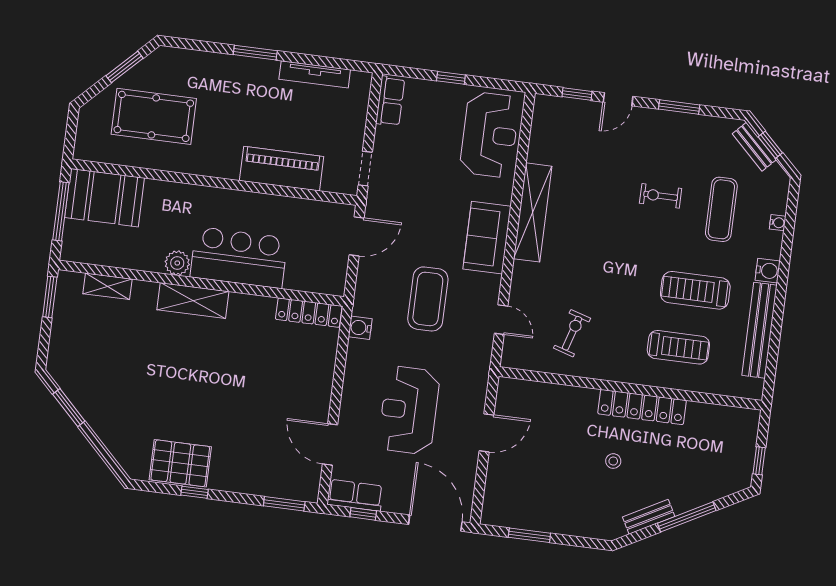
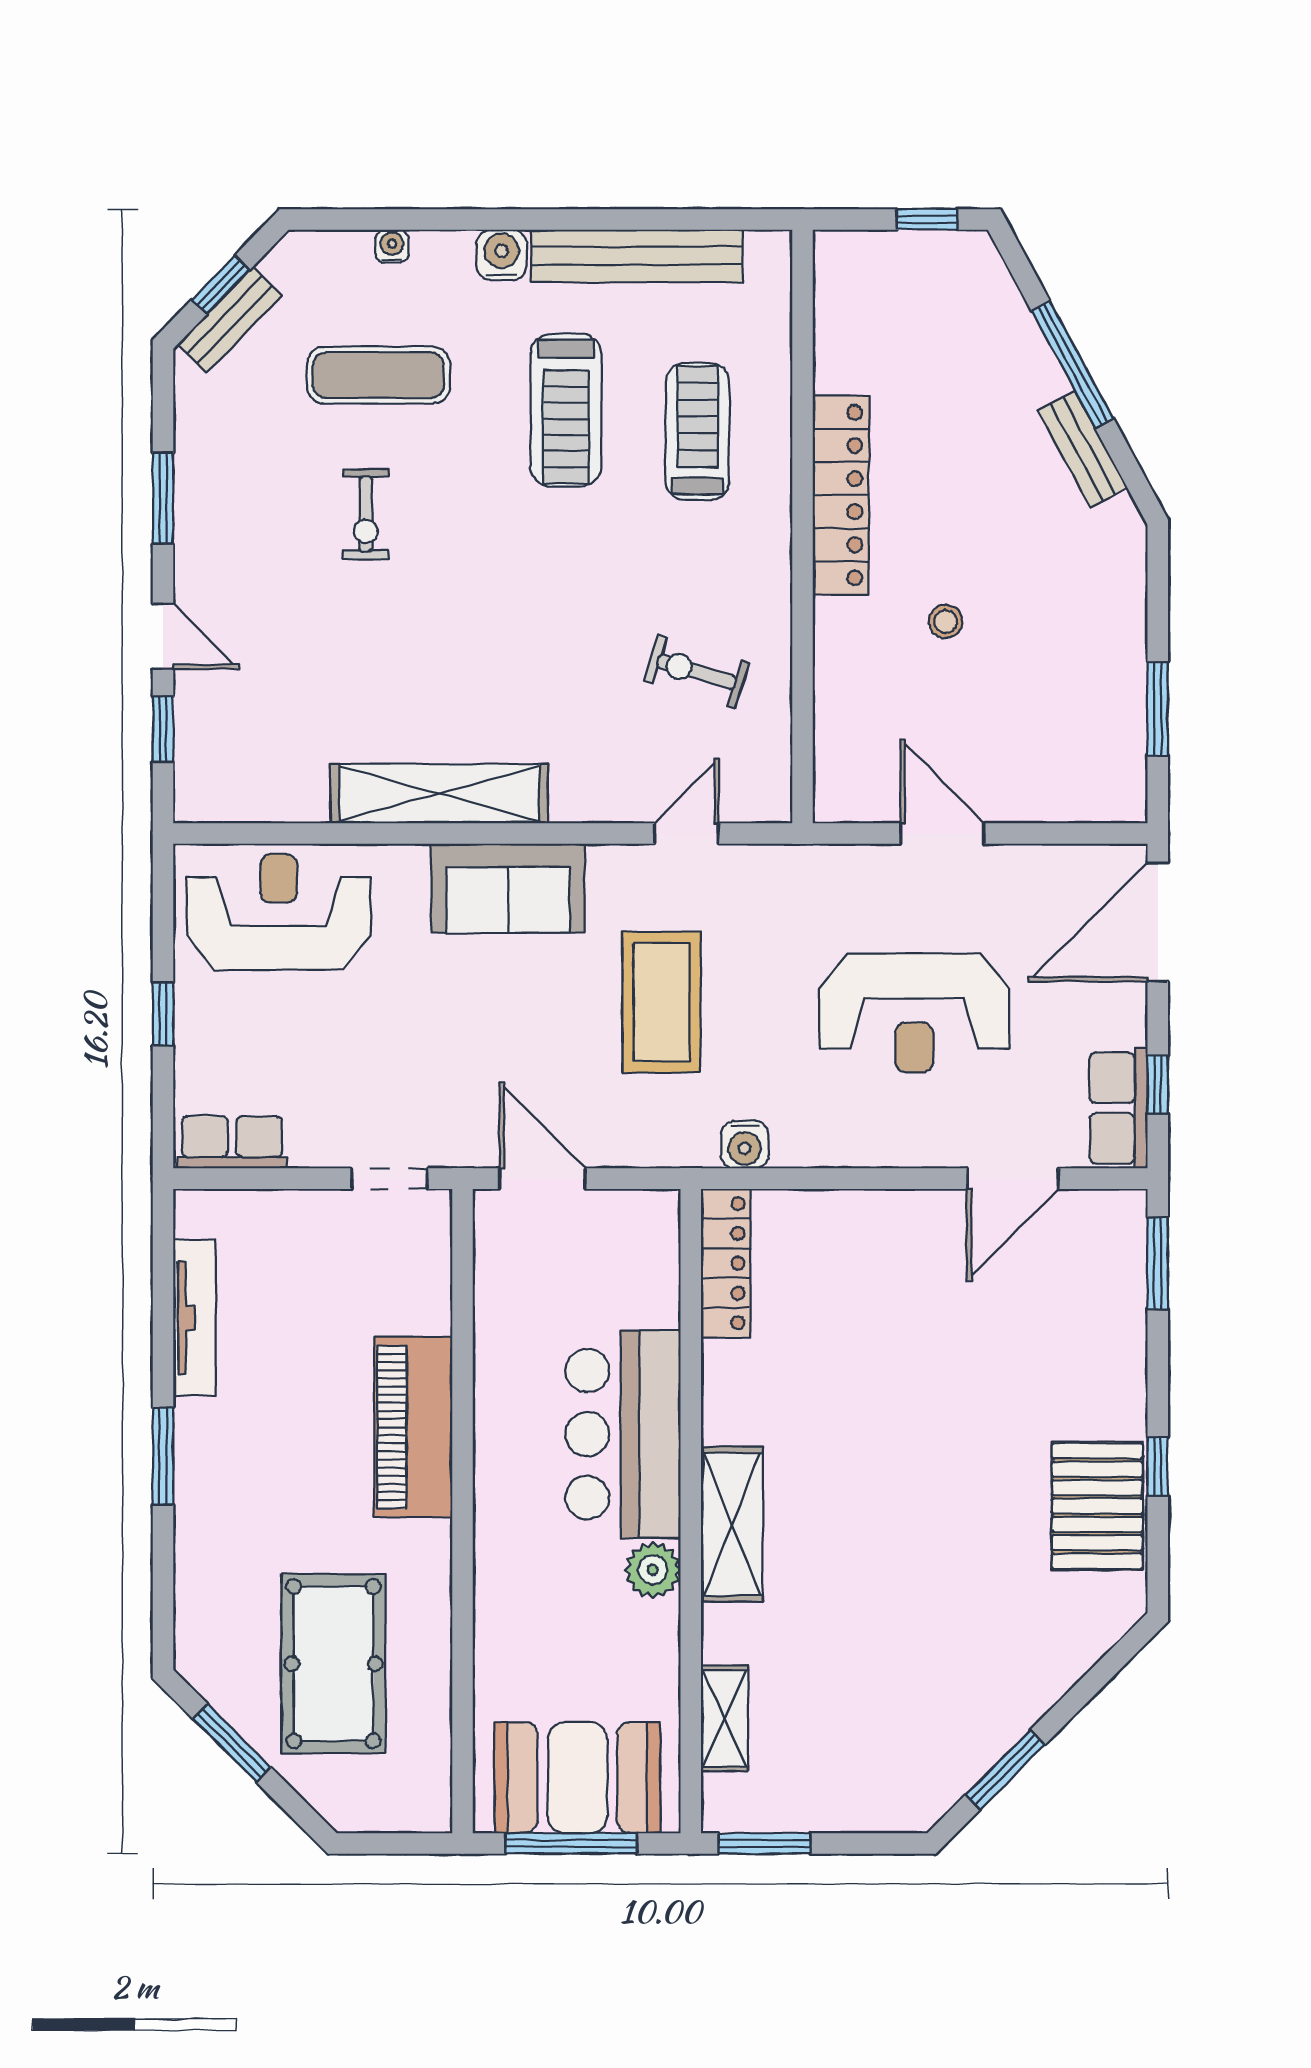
piano: (282, 169) -> (413, 1427), moved
booth: (104, 198) -> (577, 1778), moved, turned 90
coffee table: (428, 299) -> (661, 1002), turned 90
stool: (613, 461) -> (946, 621), moved

